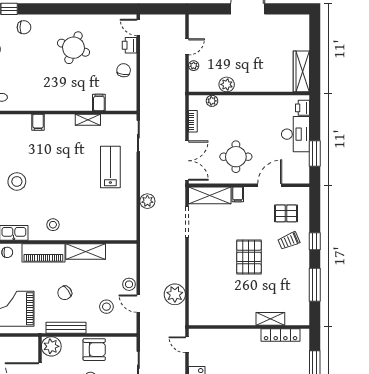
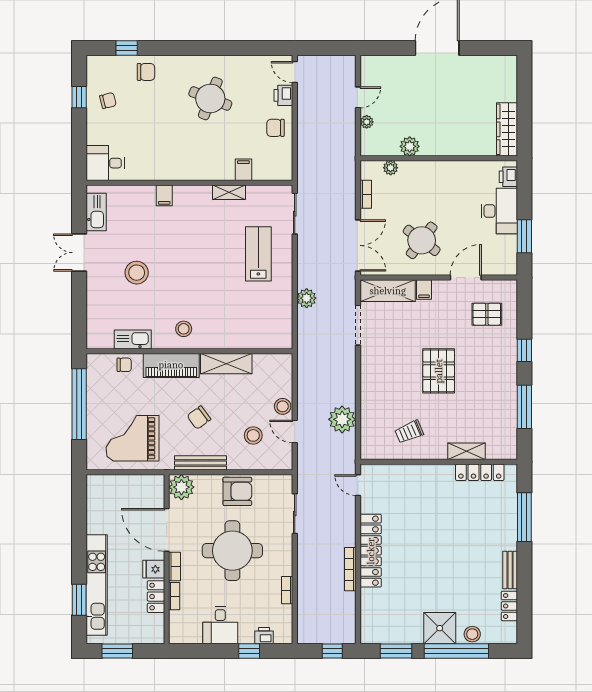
chair: (124, 70) -> (276, 128), turned -98
round table: (236, 157) -> (422, 240), turned 37
trolley: (289, 241) -> (409, 432), moved

